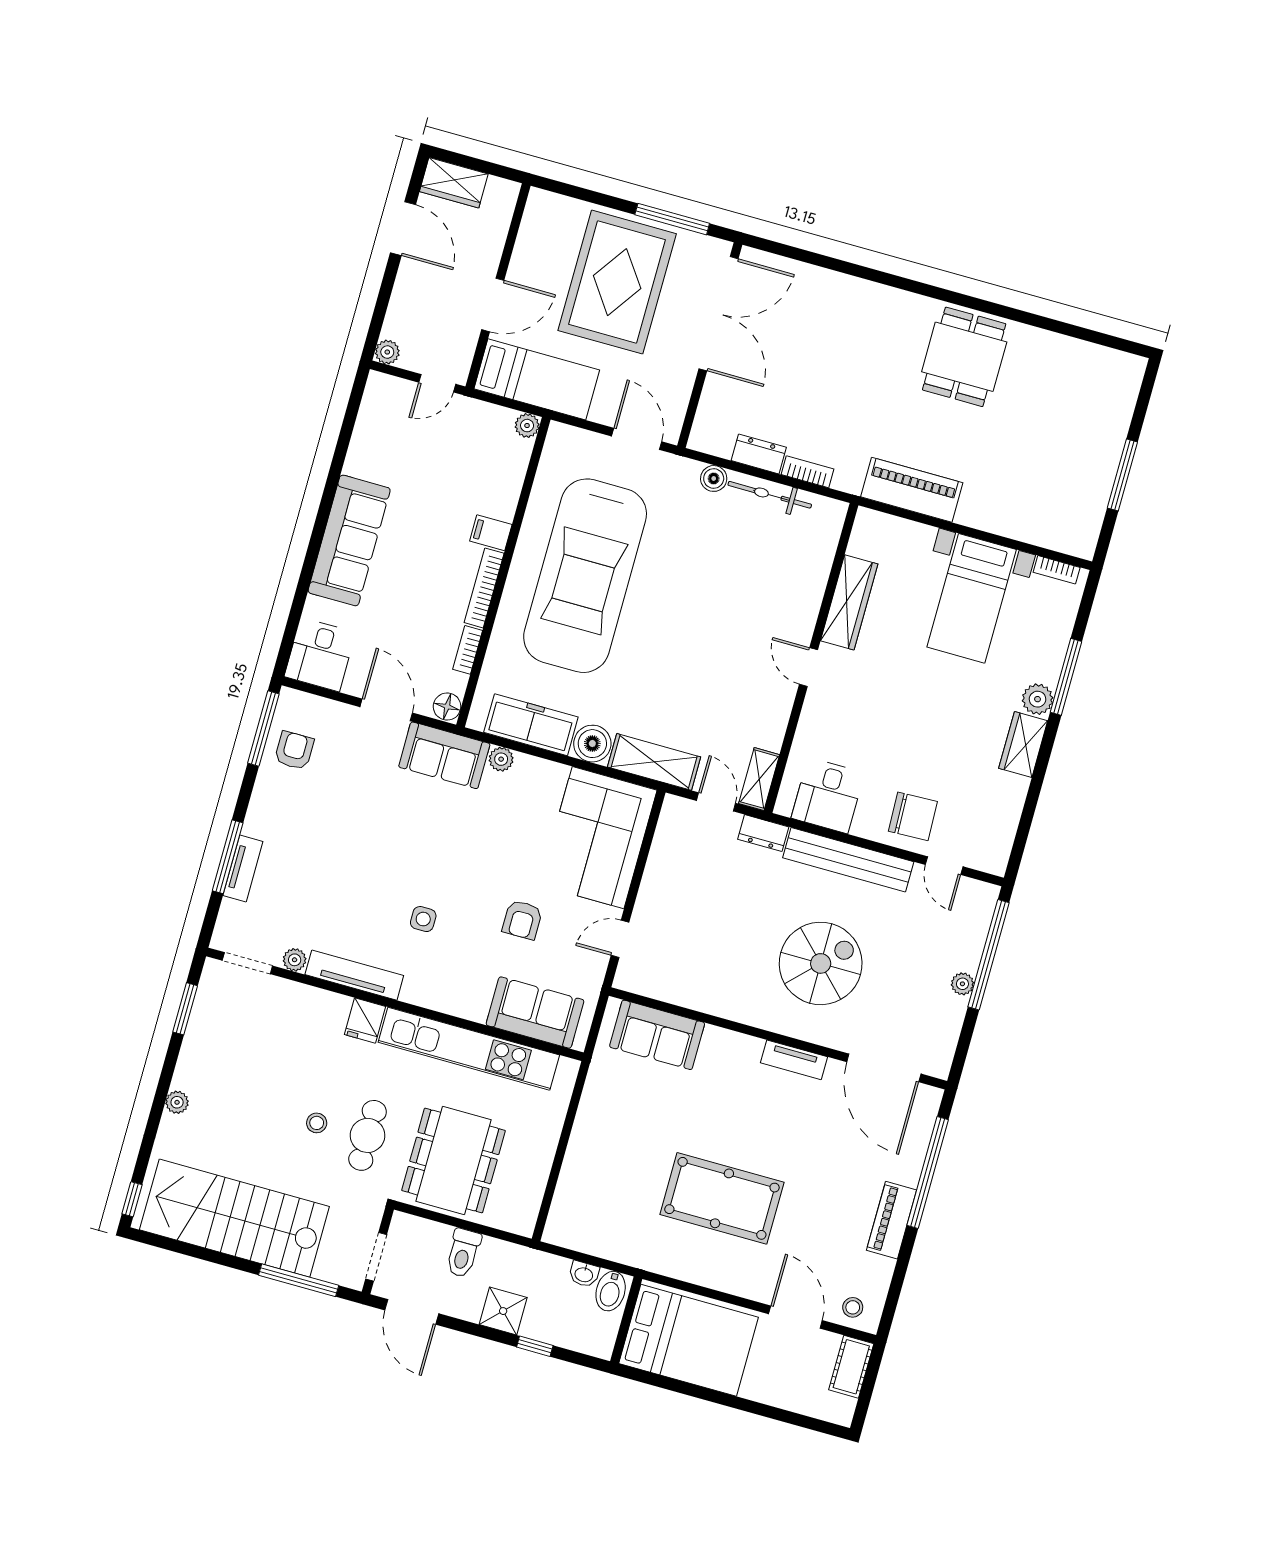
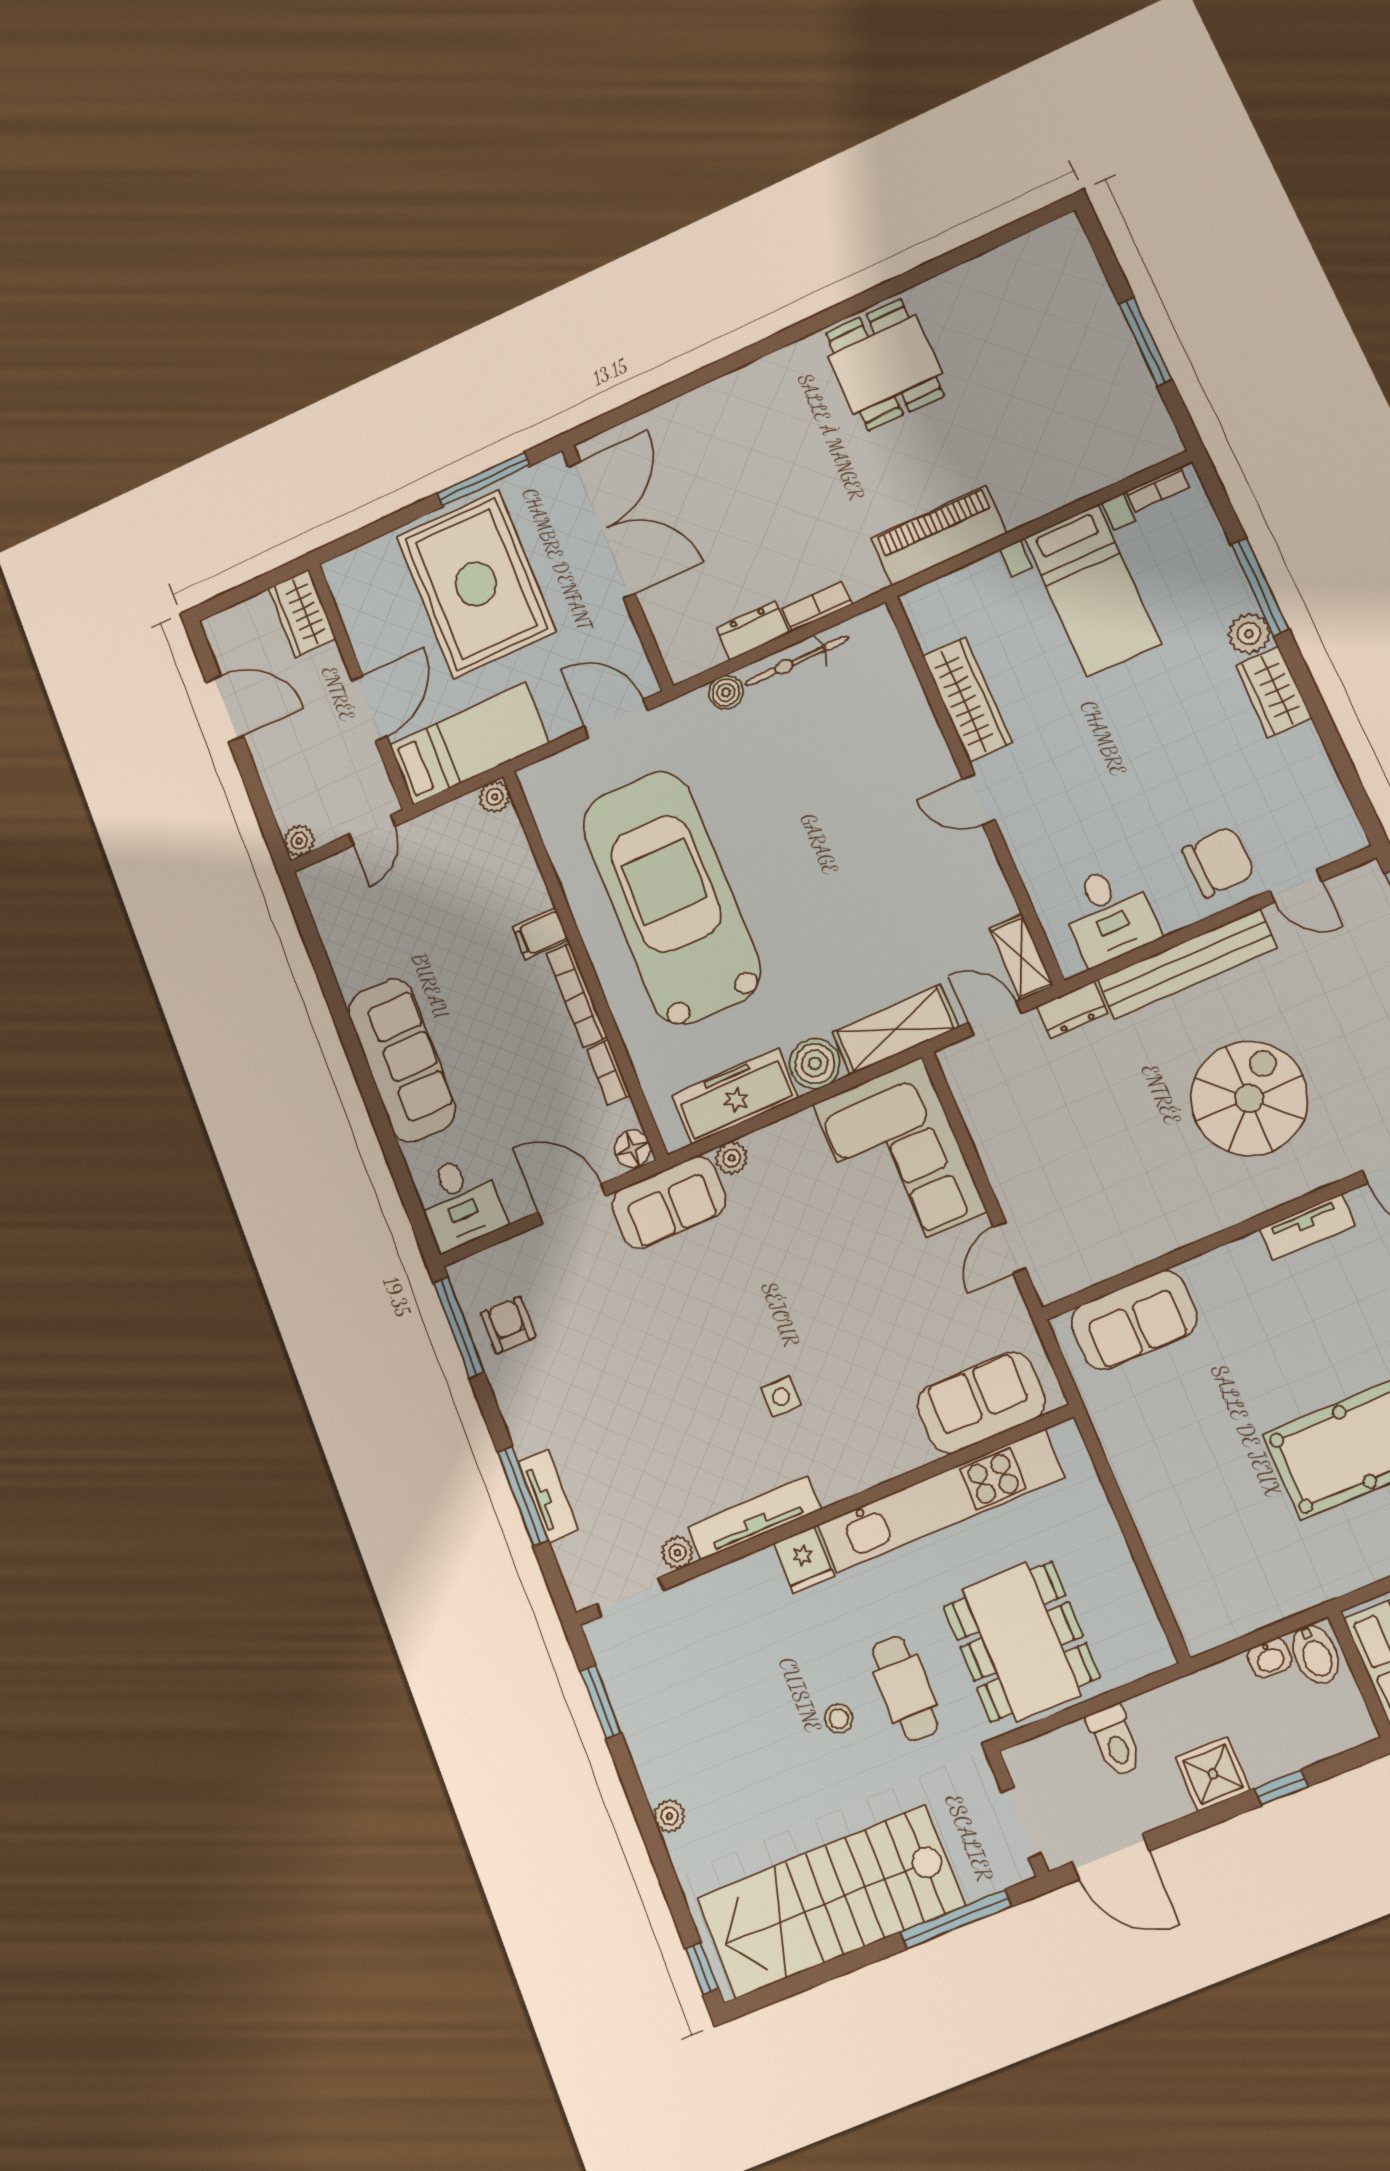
wardrobe: (454, 183) -> (302, 613), moved, turned 90
car: (585, 576) -> (671, 898), turned 180
armchair: (522, 920) -> (888, 1312), removed

